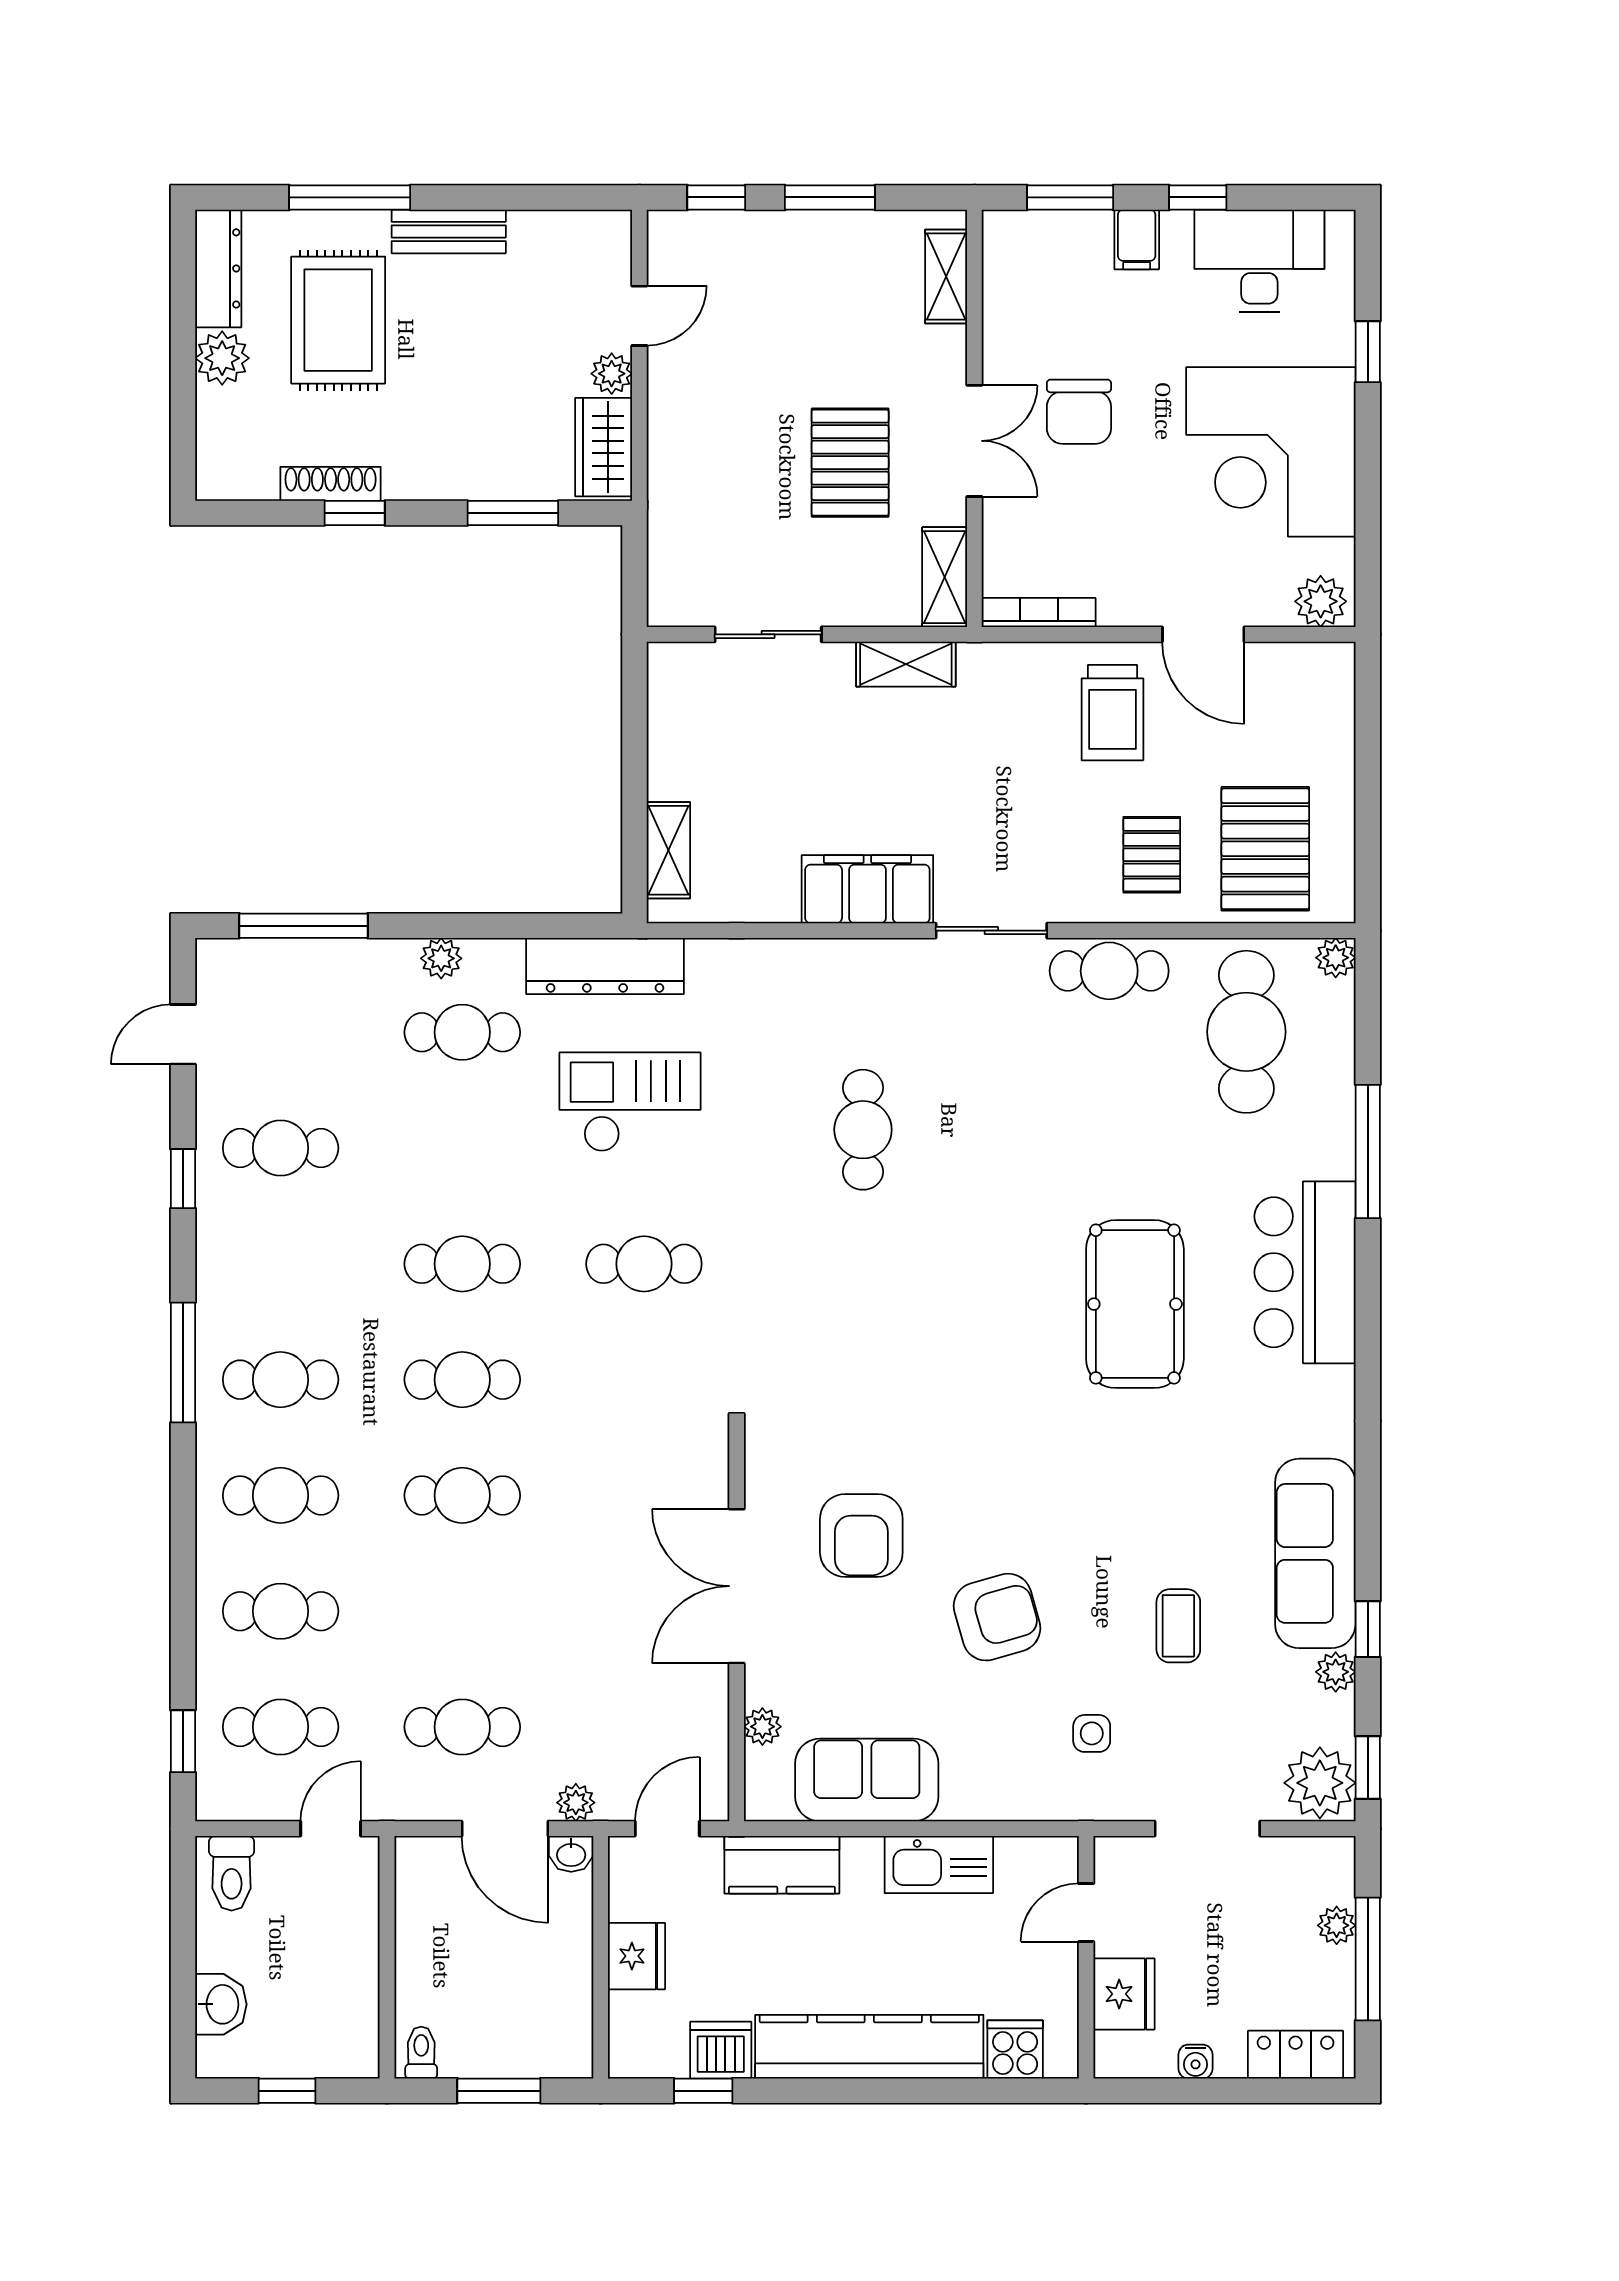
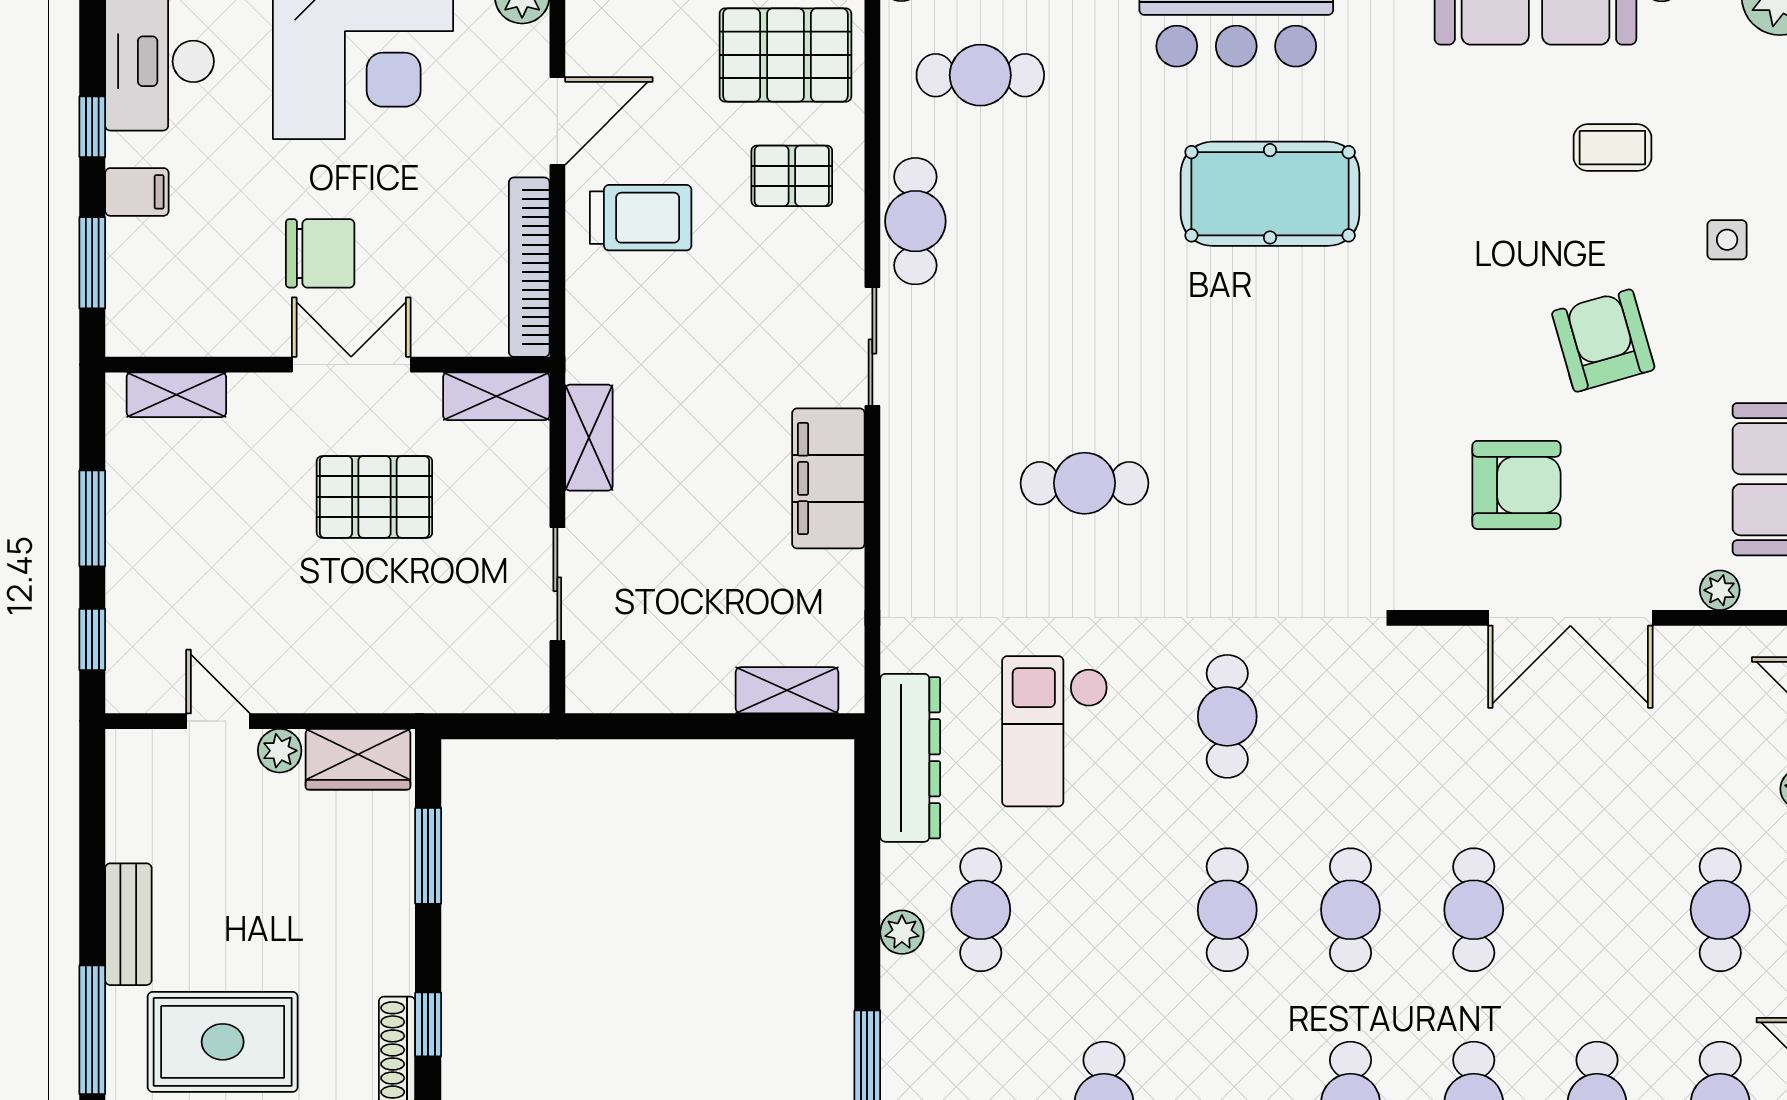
bookcase: (1039, 613) -> (529, 267), width x1.48, depth x1.31
cafe table: (1246, 1032) -> (980, 75), width x0.73, depth x0.74

